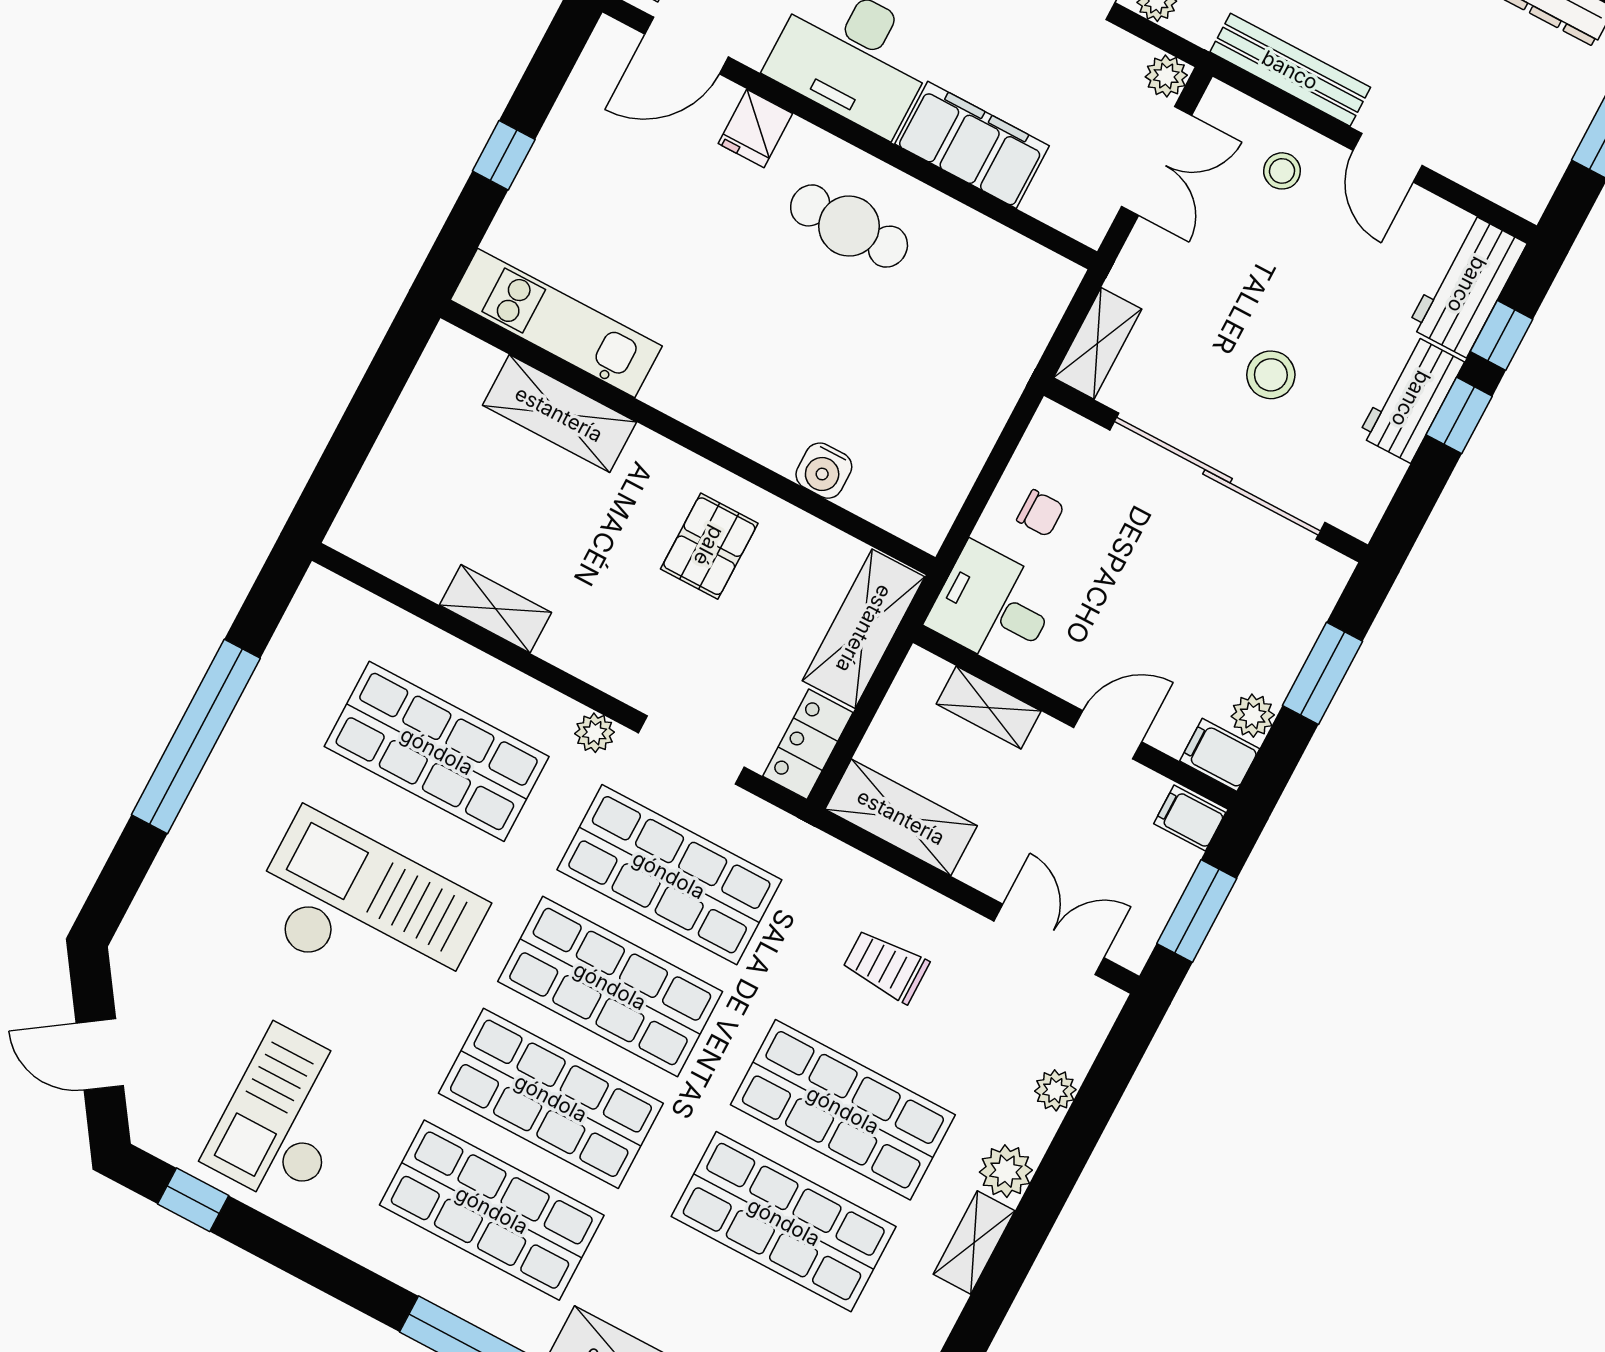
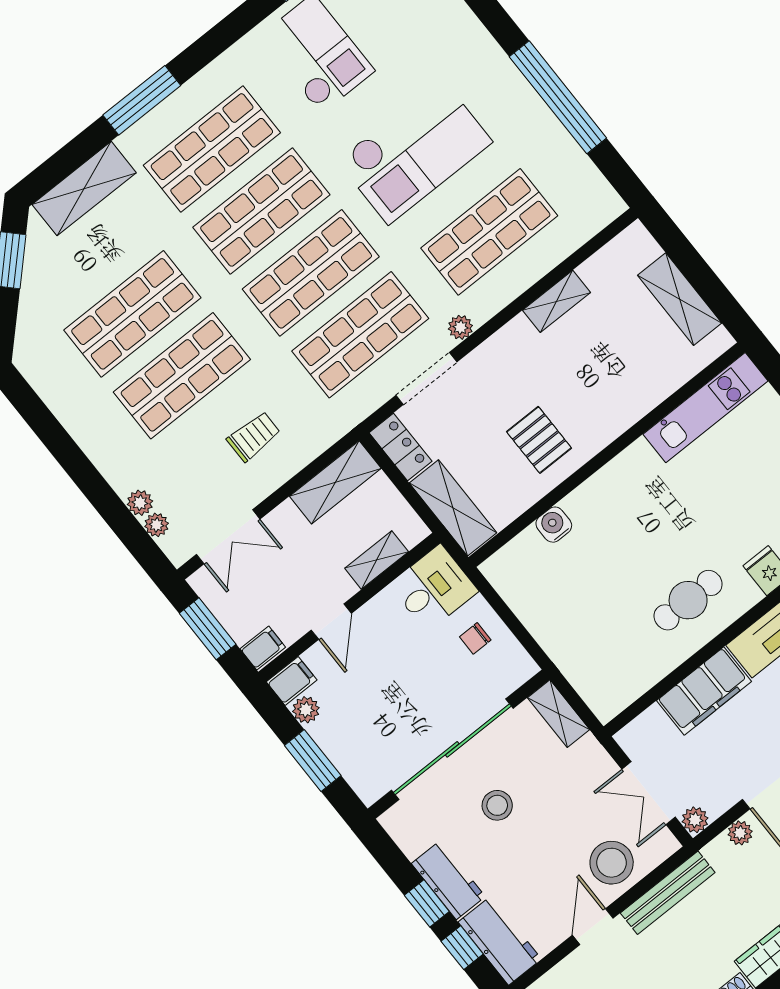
door: (1388, 158) -> (593, 927), hinge flipped
stool: (1282, 171) -> (612, 863), width x1.89, depth x1.89
shelving: (559, 414) -> (680, 299), moved, turned 90
plant: (1006, 1171) -> (157, 525), moved, width x0.73, depth x0.73
shelving: (974, 1243) -> (73, 418), removed

